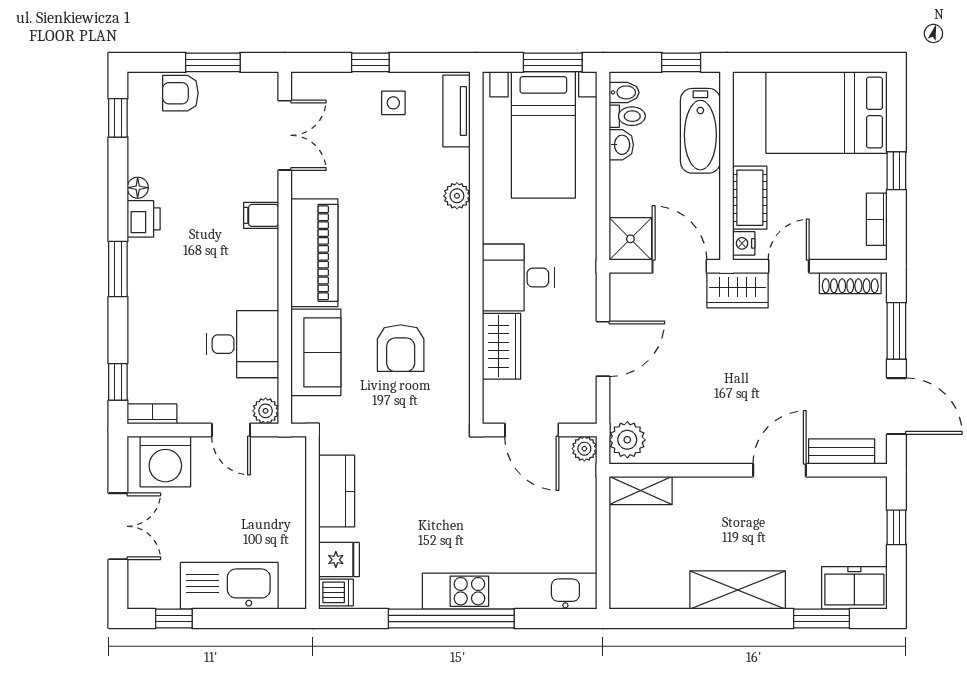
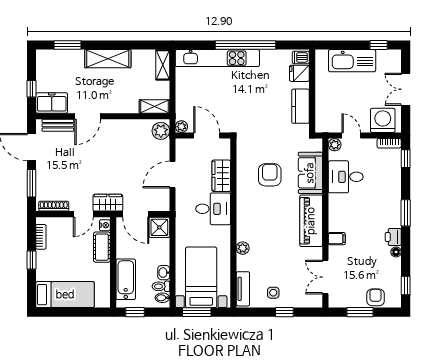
armchair: (180, 93) -> (376, 297), turned -90
bed: (827, 113) -> (65, 295), width x0.67
shelving: (623, 577) -> (163, 65), added
freezer: (854, 588) -> (52, 103), moved, turned 180

